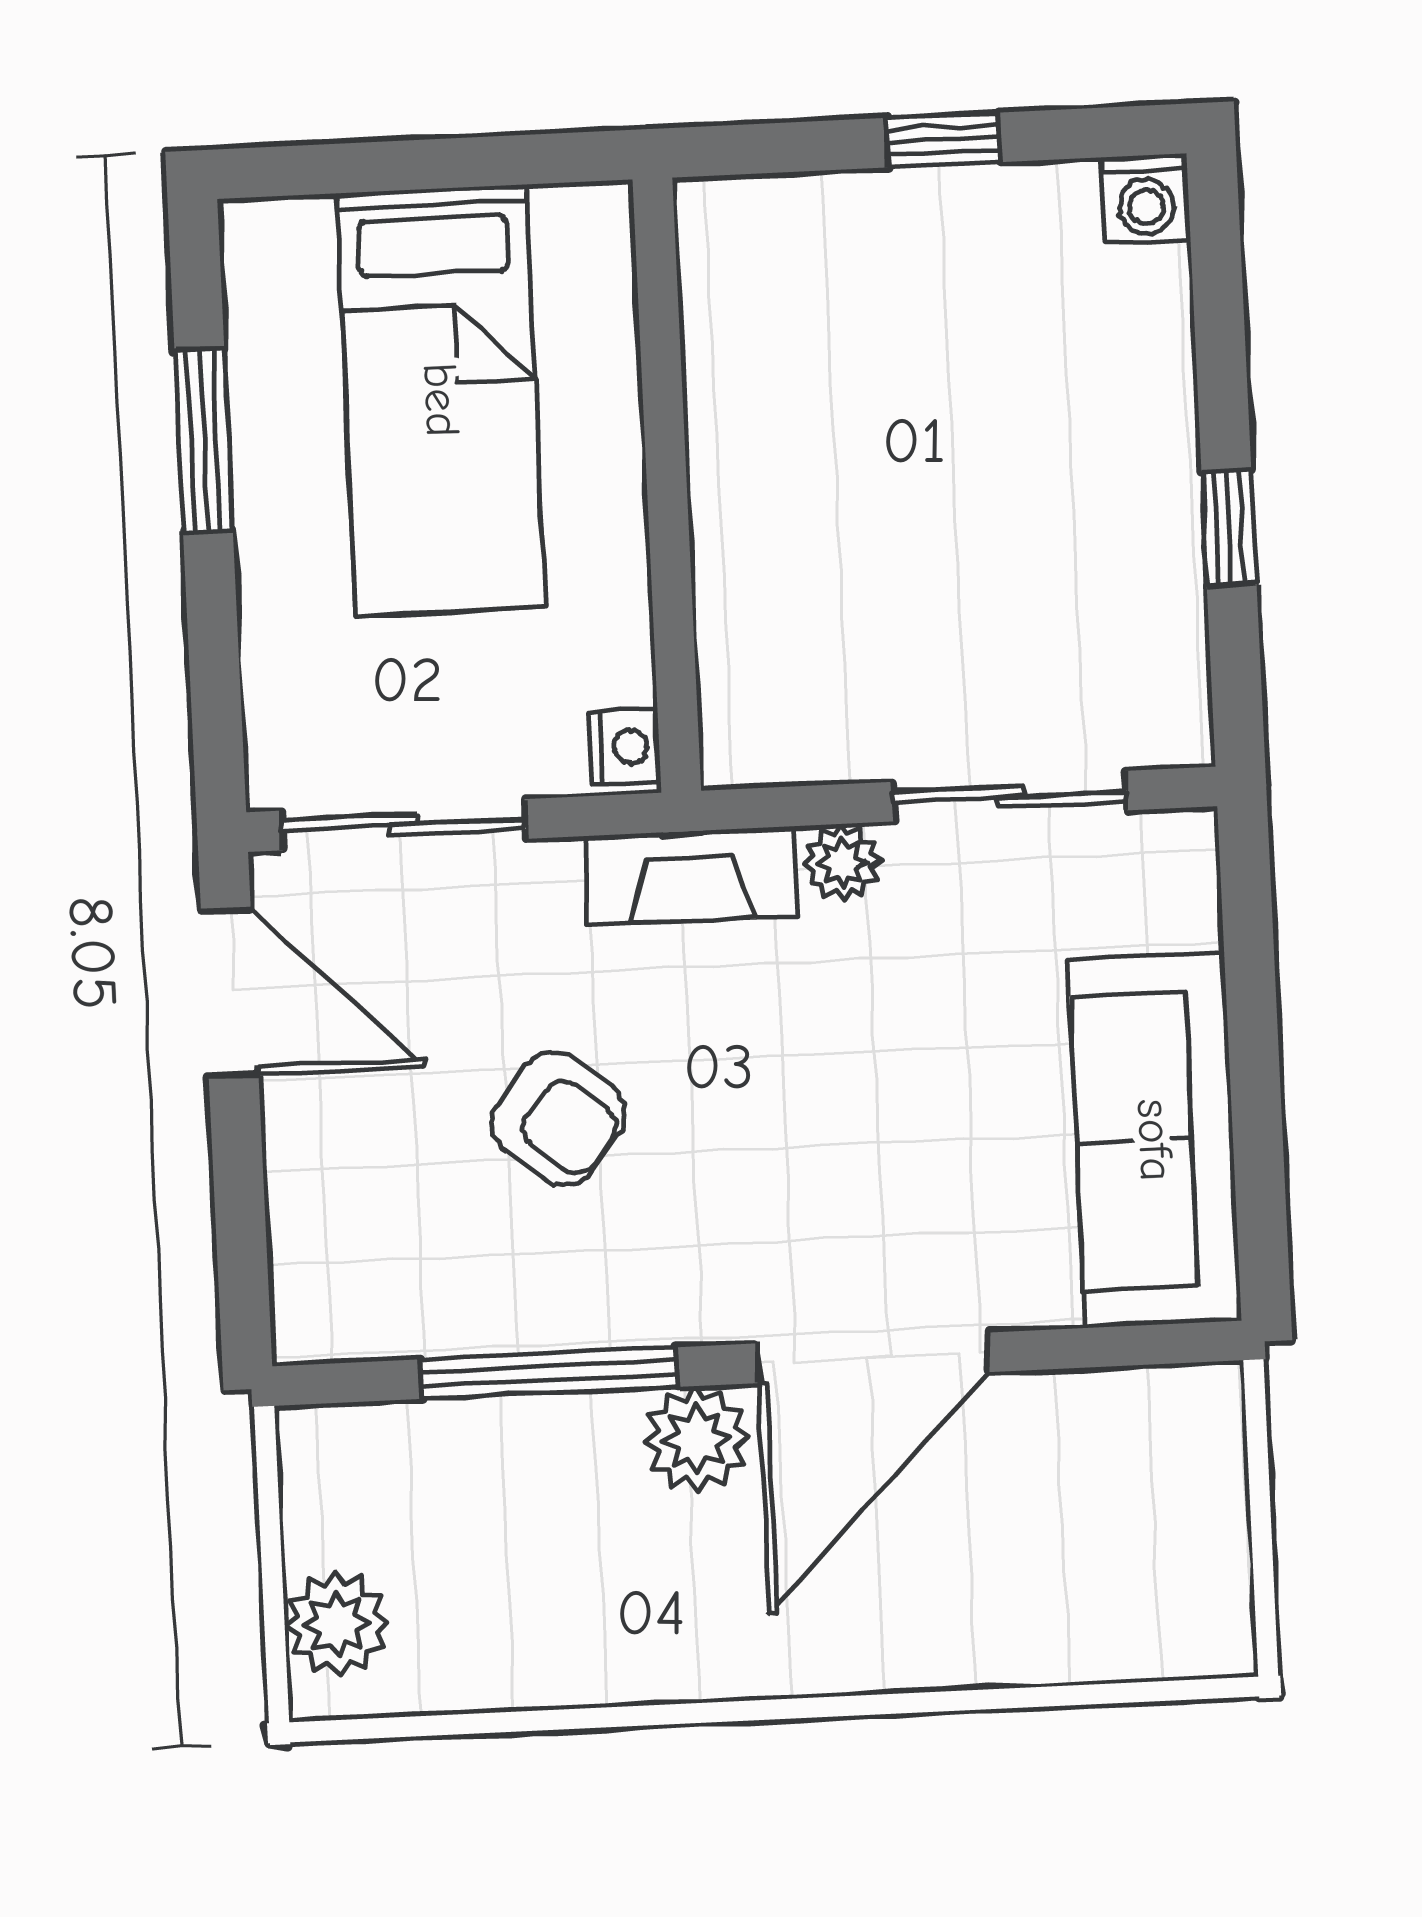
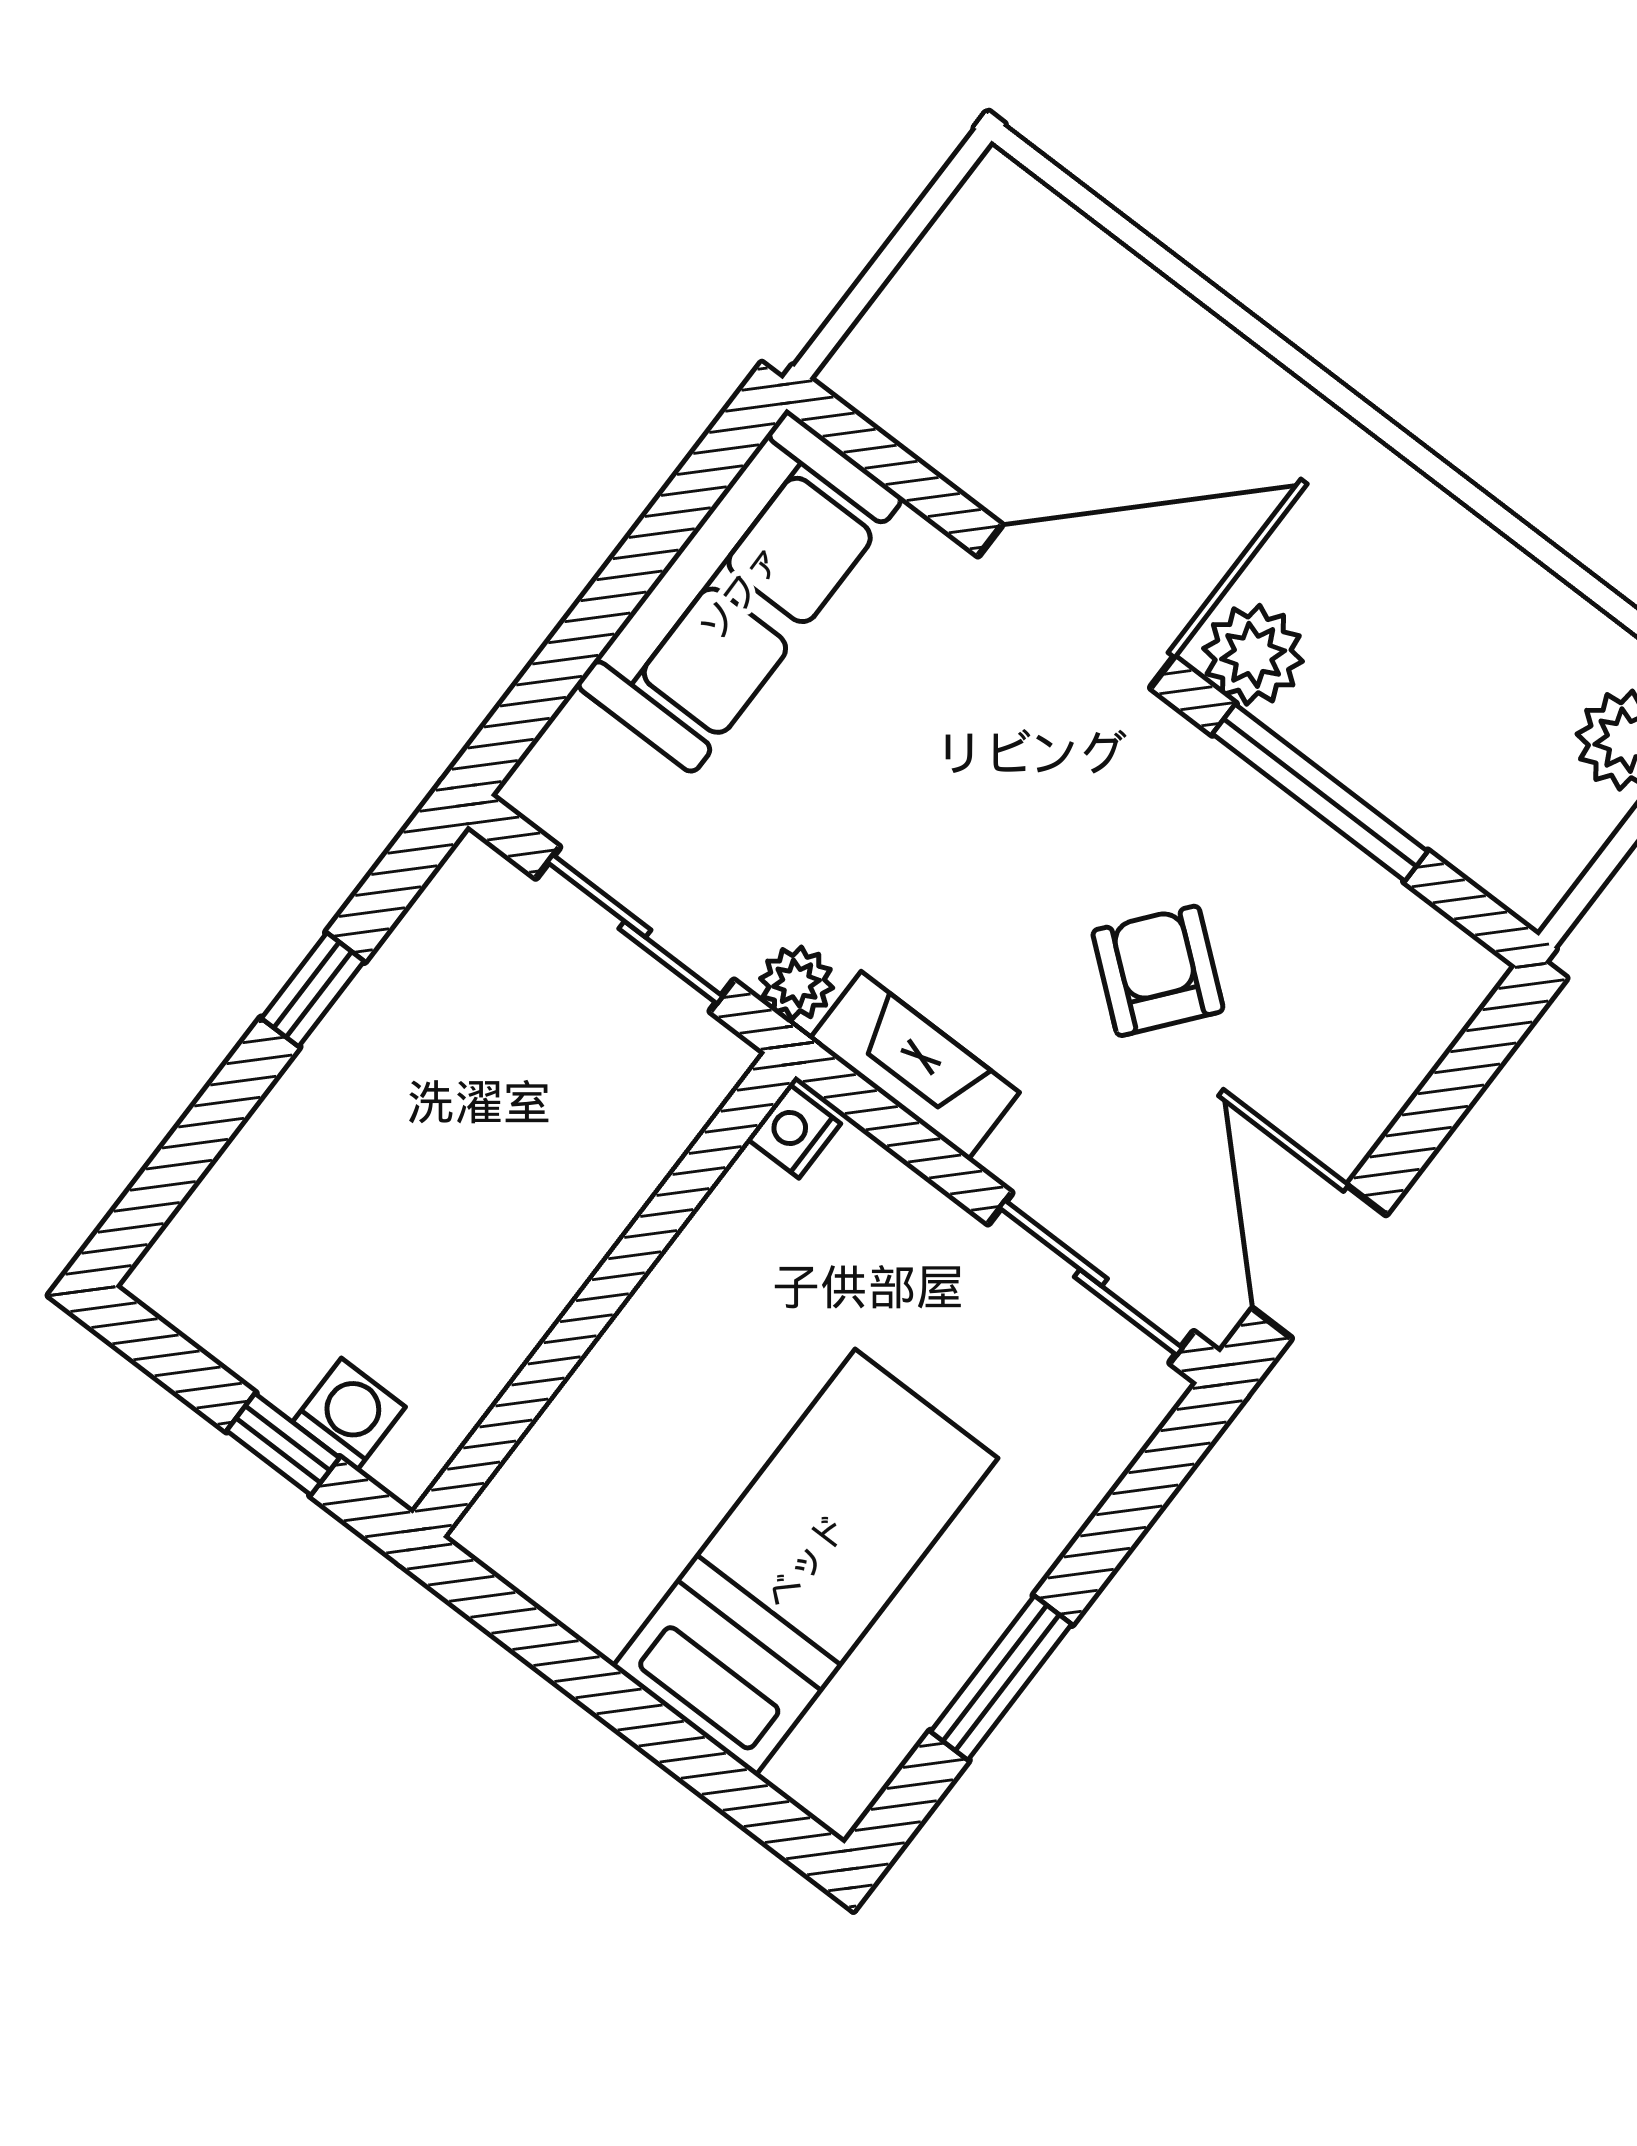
washing machine: (1146, 198) -> (349, 1414), moved
wall: (667, 485) -> (604, 1295), moved
nightstand: (625, 747) -> (794, 1131), moved

